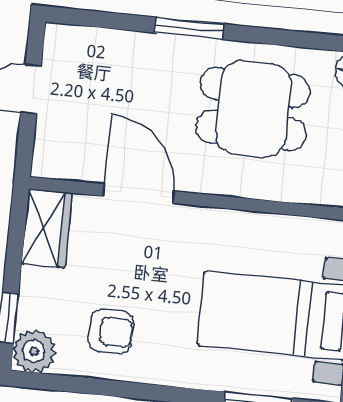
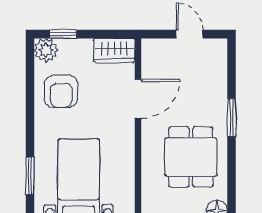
armchair: (111, 332) -> (61, 91), width x1.38, depth x1.38

